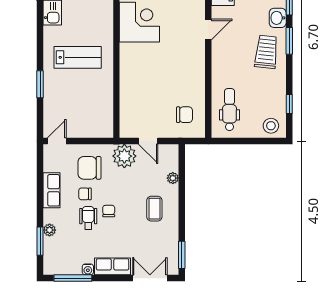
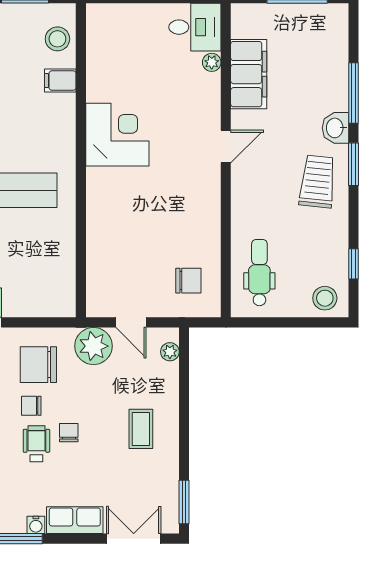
plant: (173, 178) -> (170, 352), moved

